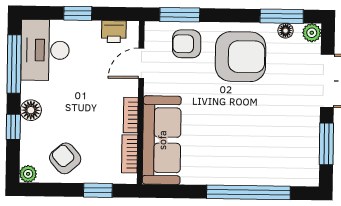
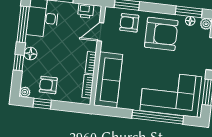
corner sofa: (266, 152) -> (171, 94), added
armchair: (65, 158) -> (48, 85), turned -49
window: (98, 190) -> (42, 104), moved

